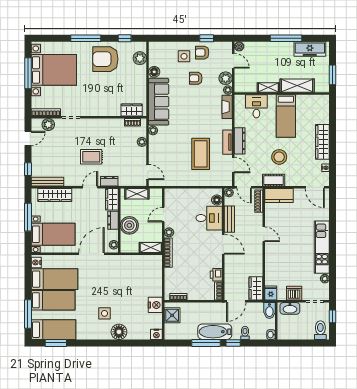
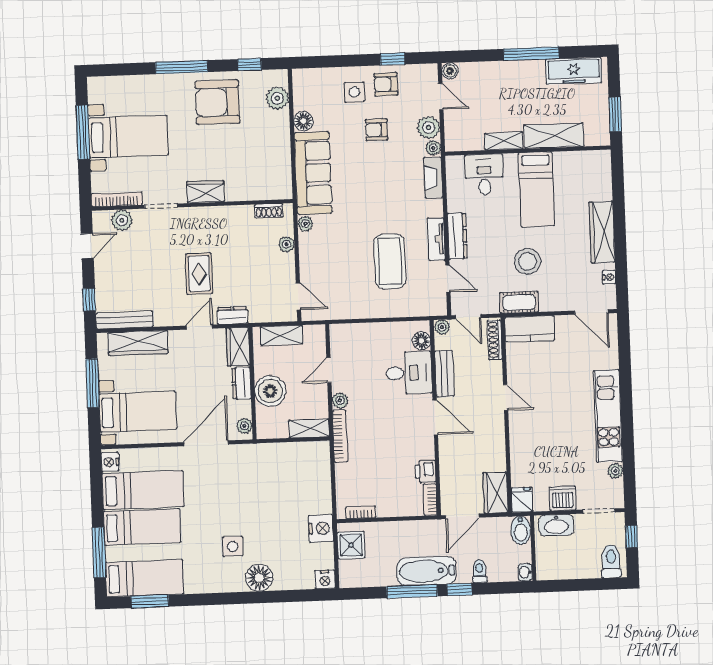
bed with nightstands: (54, 70) -> (128, 137), width x0.73
wardrobe: (132, 110) -> (205, 192), moved
rug: (91, 157) -> (199, 274), turned 90

